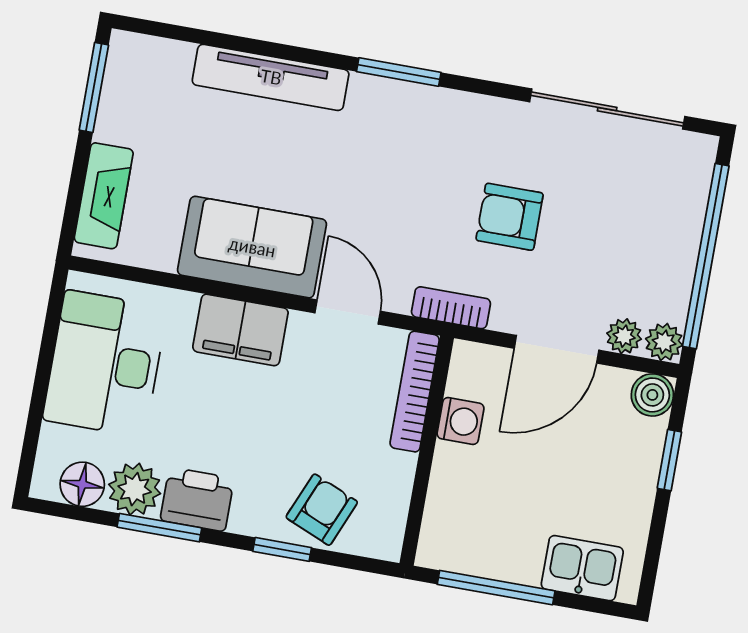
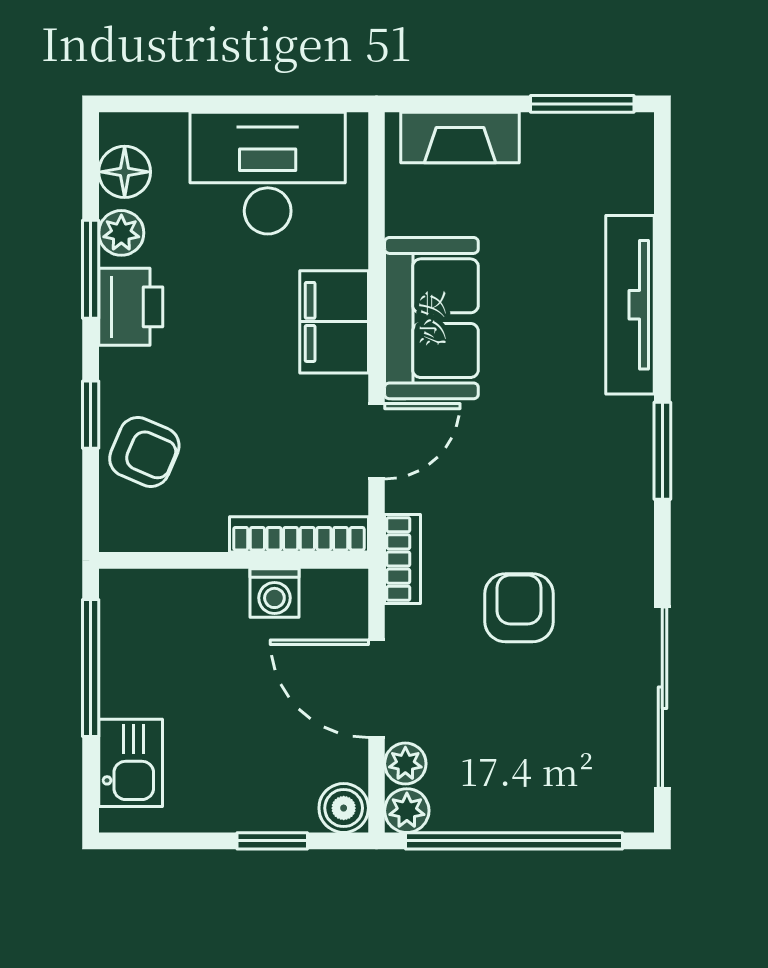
plant: (135, 489) -> (121, 233), width x0.73, depth x0.73

